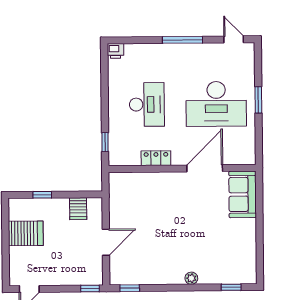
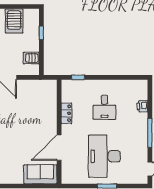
printer: (115, 51) -> (142, 106), moved
desk: (147, 104) -> (104, 107), width x0.73
door: (205, 168) -> (59, 148), swing flipped

